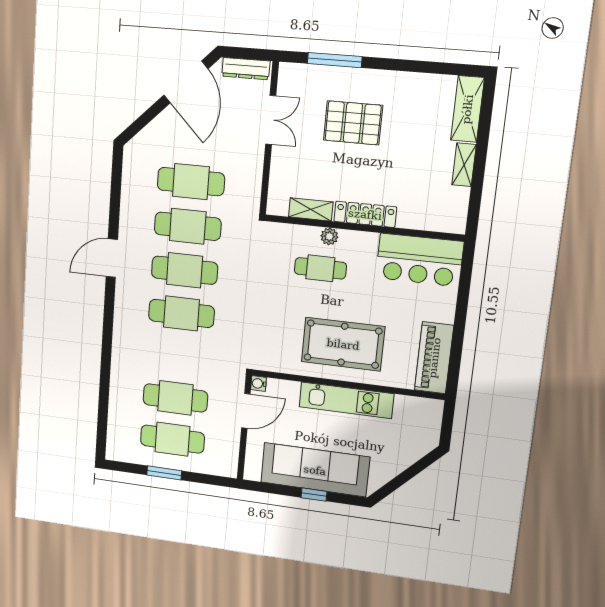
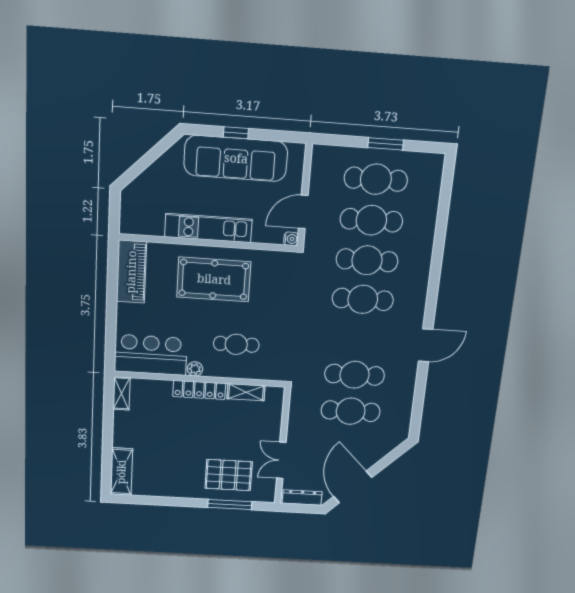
pallet: (353, 123) -> (229, 475), moved
shelving: (464, 165) -> (122, 393), moved
plant: (329, 236) -> (195, 369), moved
cafe table: (185, 270) -> (367, 260), moved

